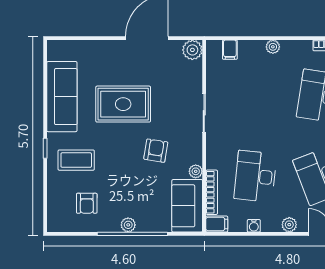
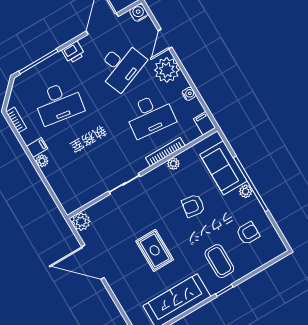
filing cabinet: (230, 50) -> (37, 147), moved
rug: (123, 104) -> (155, 250), width x0.73, depth x0.70
armchair: (156, 151) -> (193, 206), moved
bookcase: (212, 192) -> (165, 152), moved
sofa: (187, 206) -> (223, 168), moved, turned 90
plant: (289, 225) -> (167, 70), width x1.87, depth x1.87

